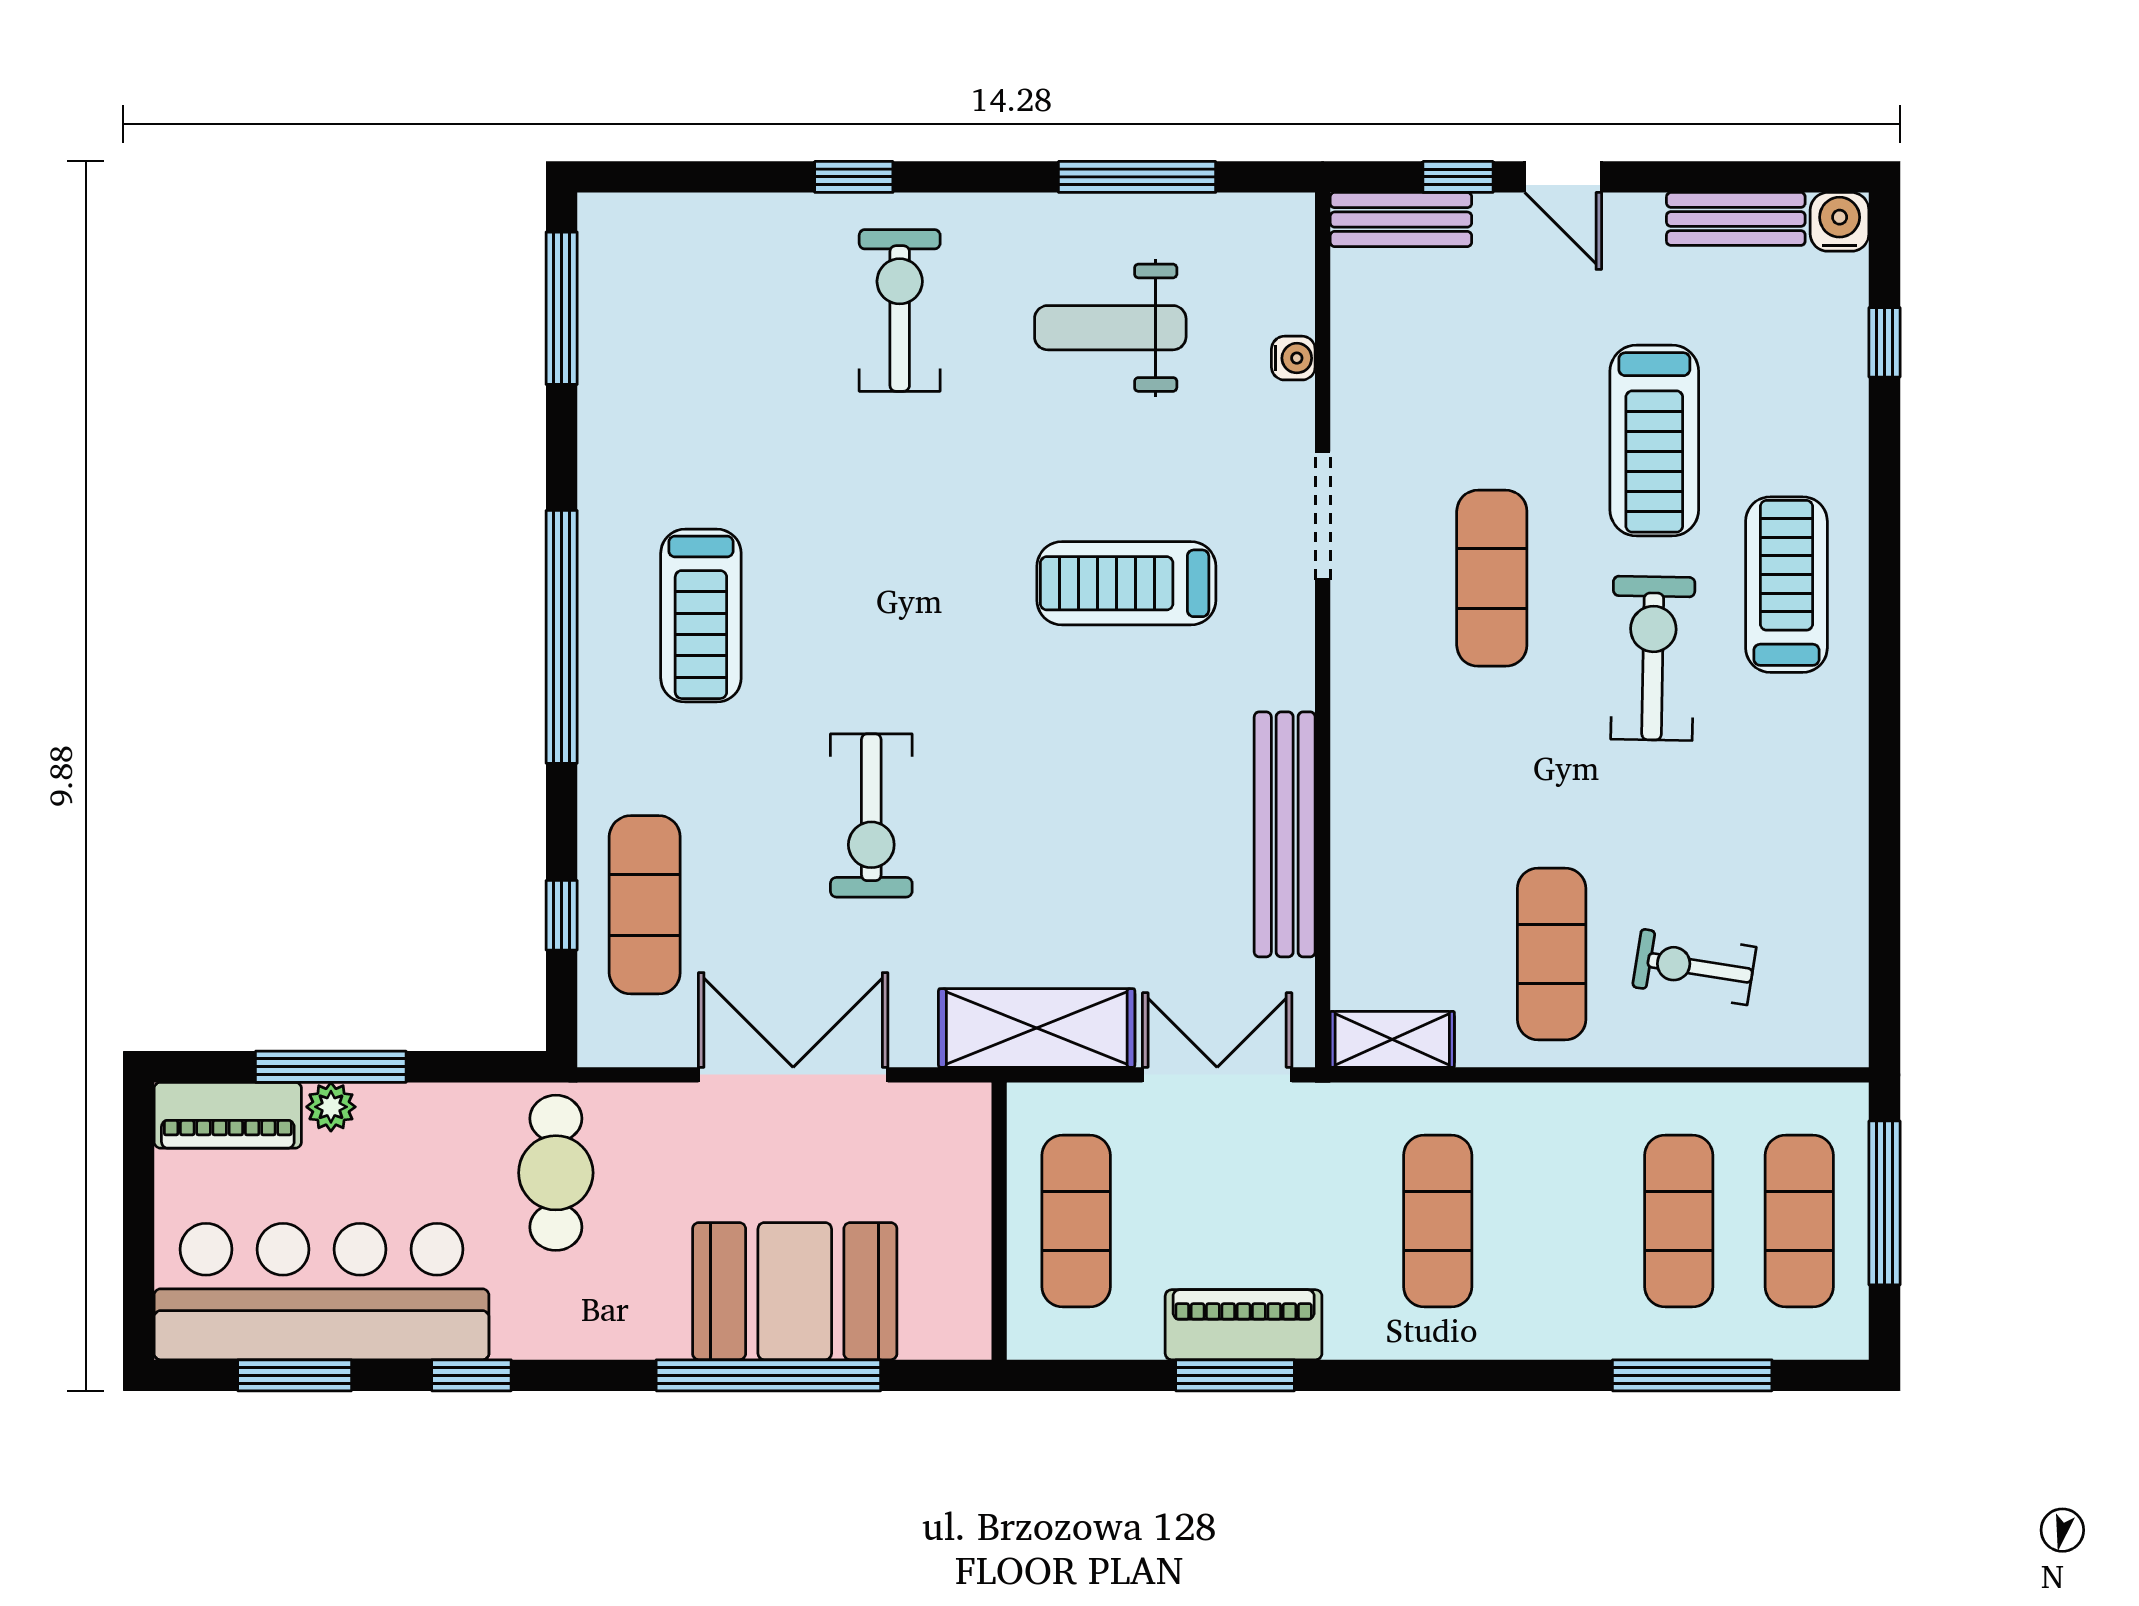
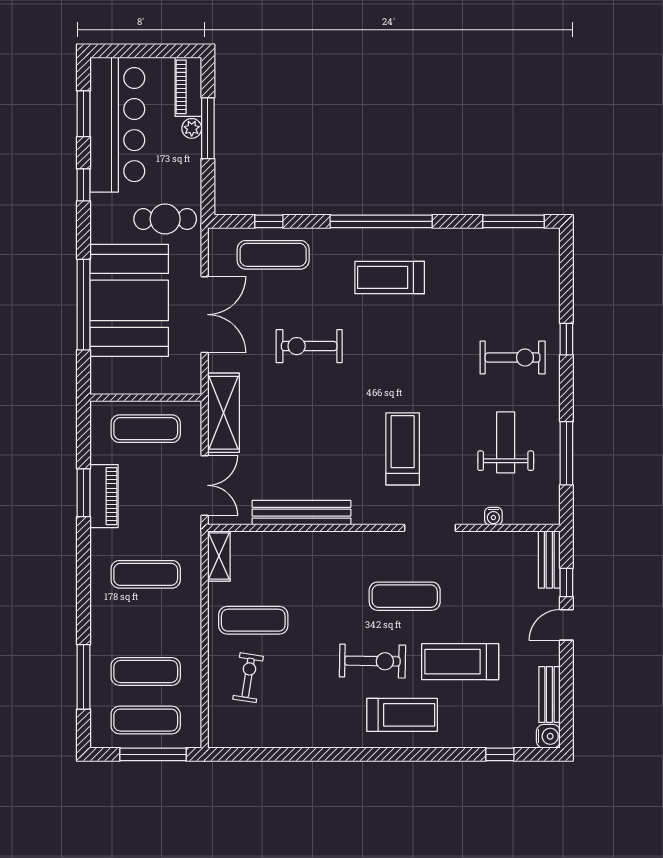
booth: (795, 1291) -> (129, 300), width x1.36, depth x1.42

